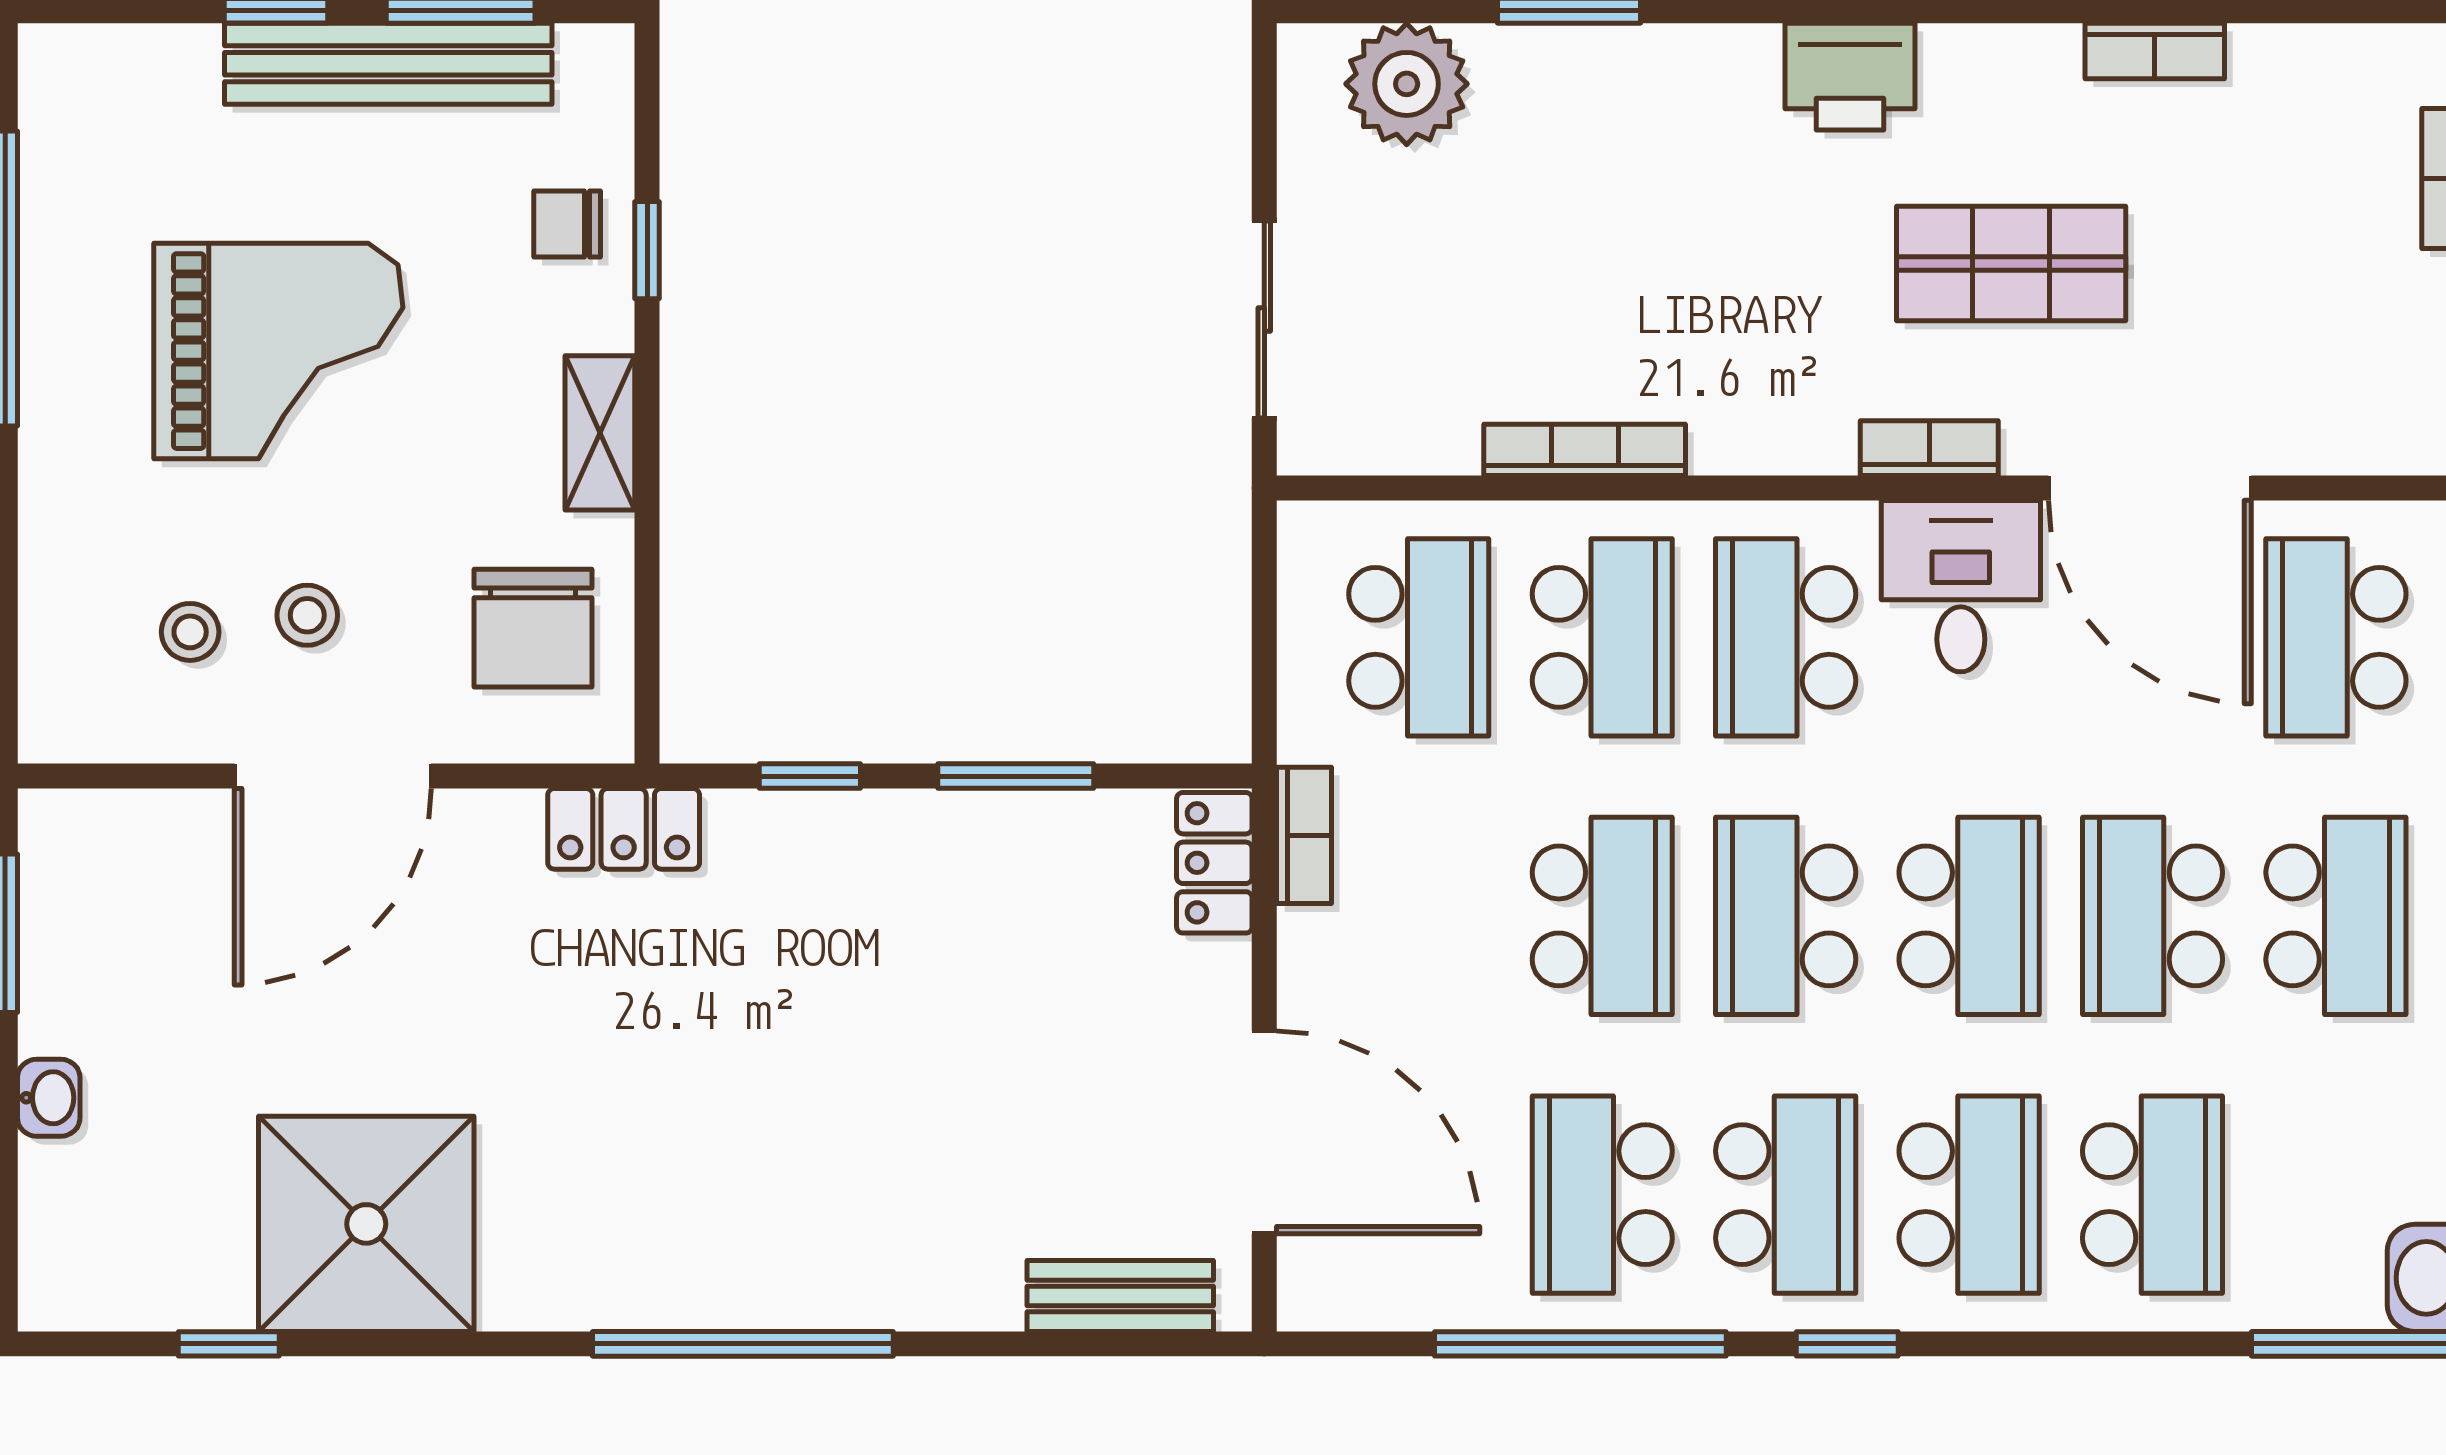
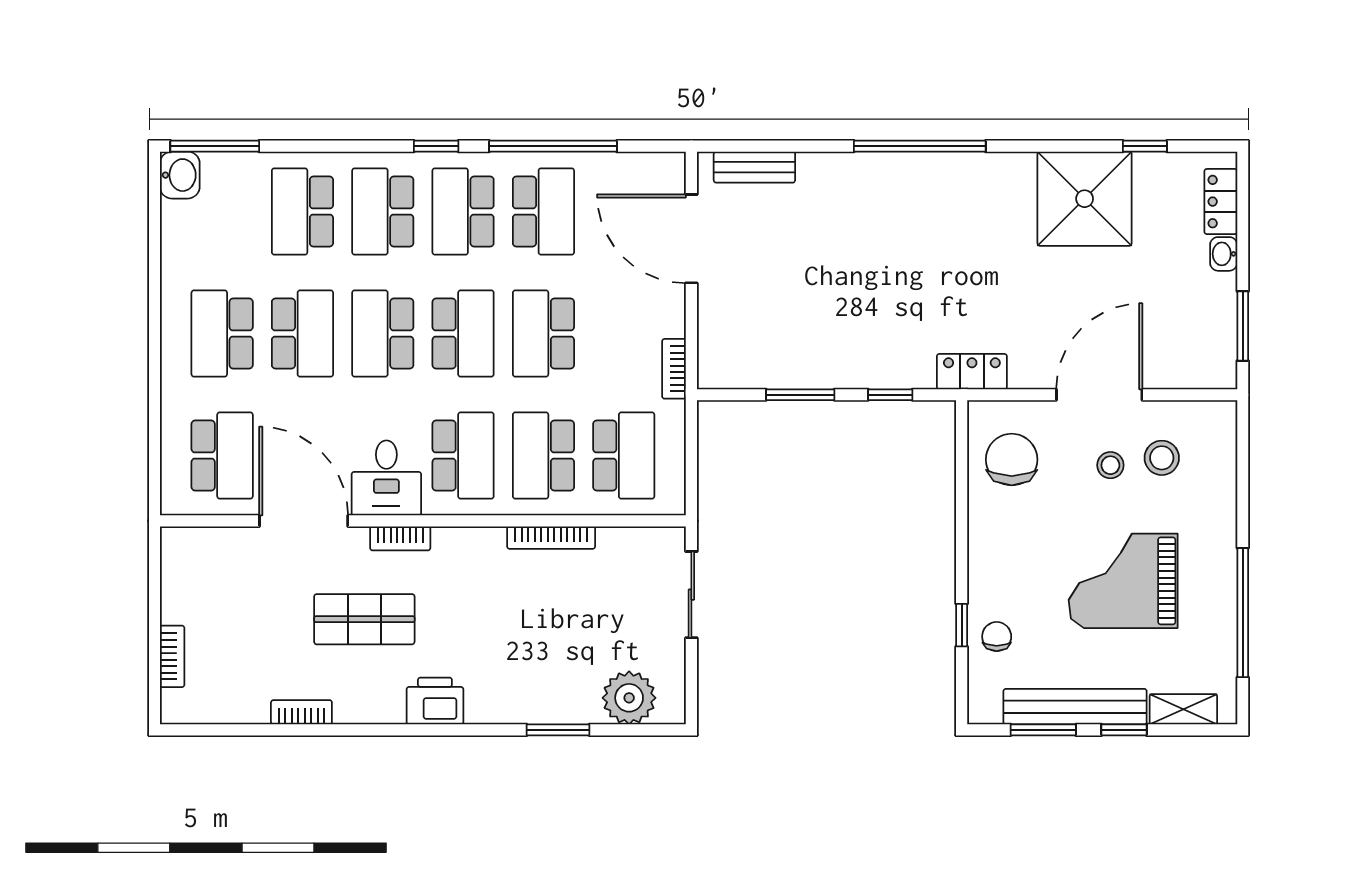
chair: (567, 224) -> (997, 637), turned -90
shelving: (600, 433) -> (1183, 709), moved, turned 90
stool: (190, 632) -> (1162, 458), width x1.37, depth x1.37
school desk: (1419, 637) -> (624, 455), turned 180
locker: (1214, 863) -> (1221, 202), moved, turned 180

